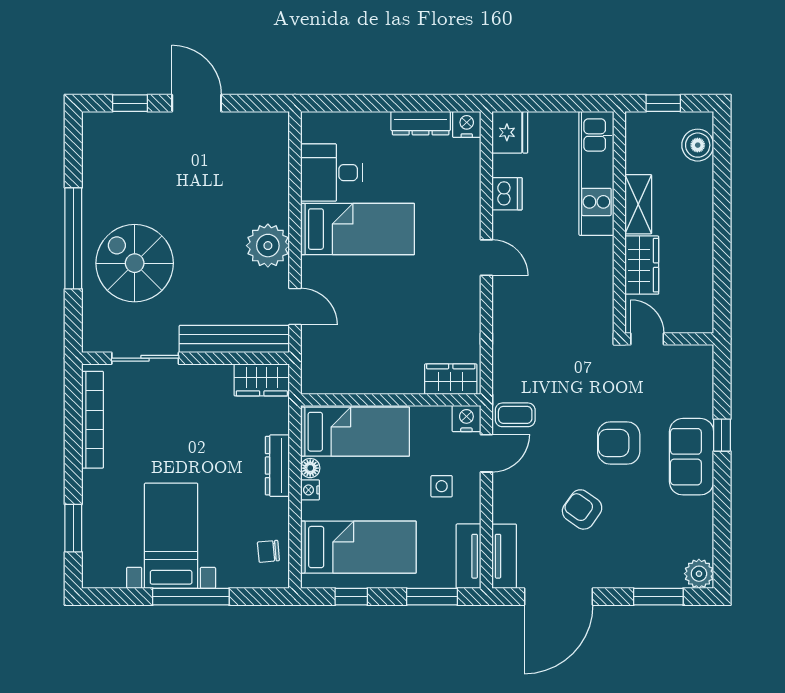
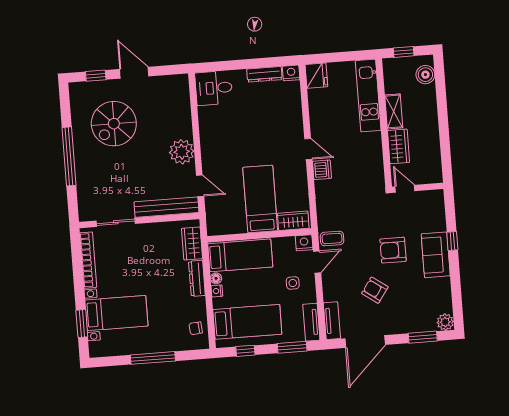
desk: (331, 173) -> (214, 88), moved
dishwasher: (507, 194) -> (322, 170), moved
bed: (357, 229) -> (260, 199), moved, turned -90
spiral stairs: (135, 263) -> (114, 124), moved, turned -90
wardrobe: (262, 380) -> (192, 243), moved, turned 90
bed with nightstands: (171, 536) -> (116, 313), moved, turned 90

